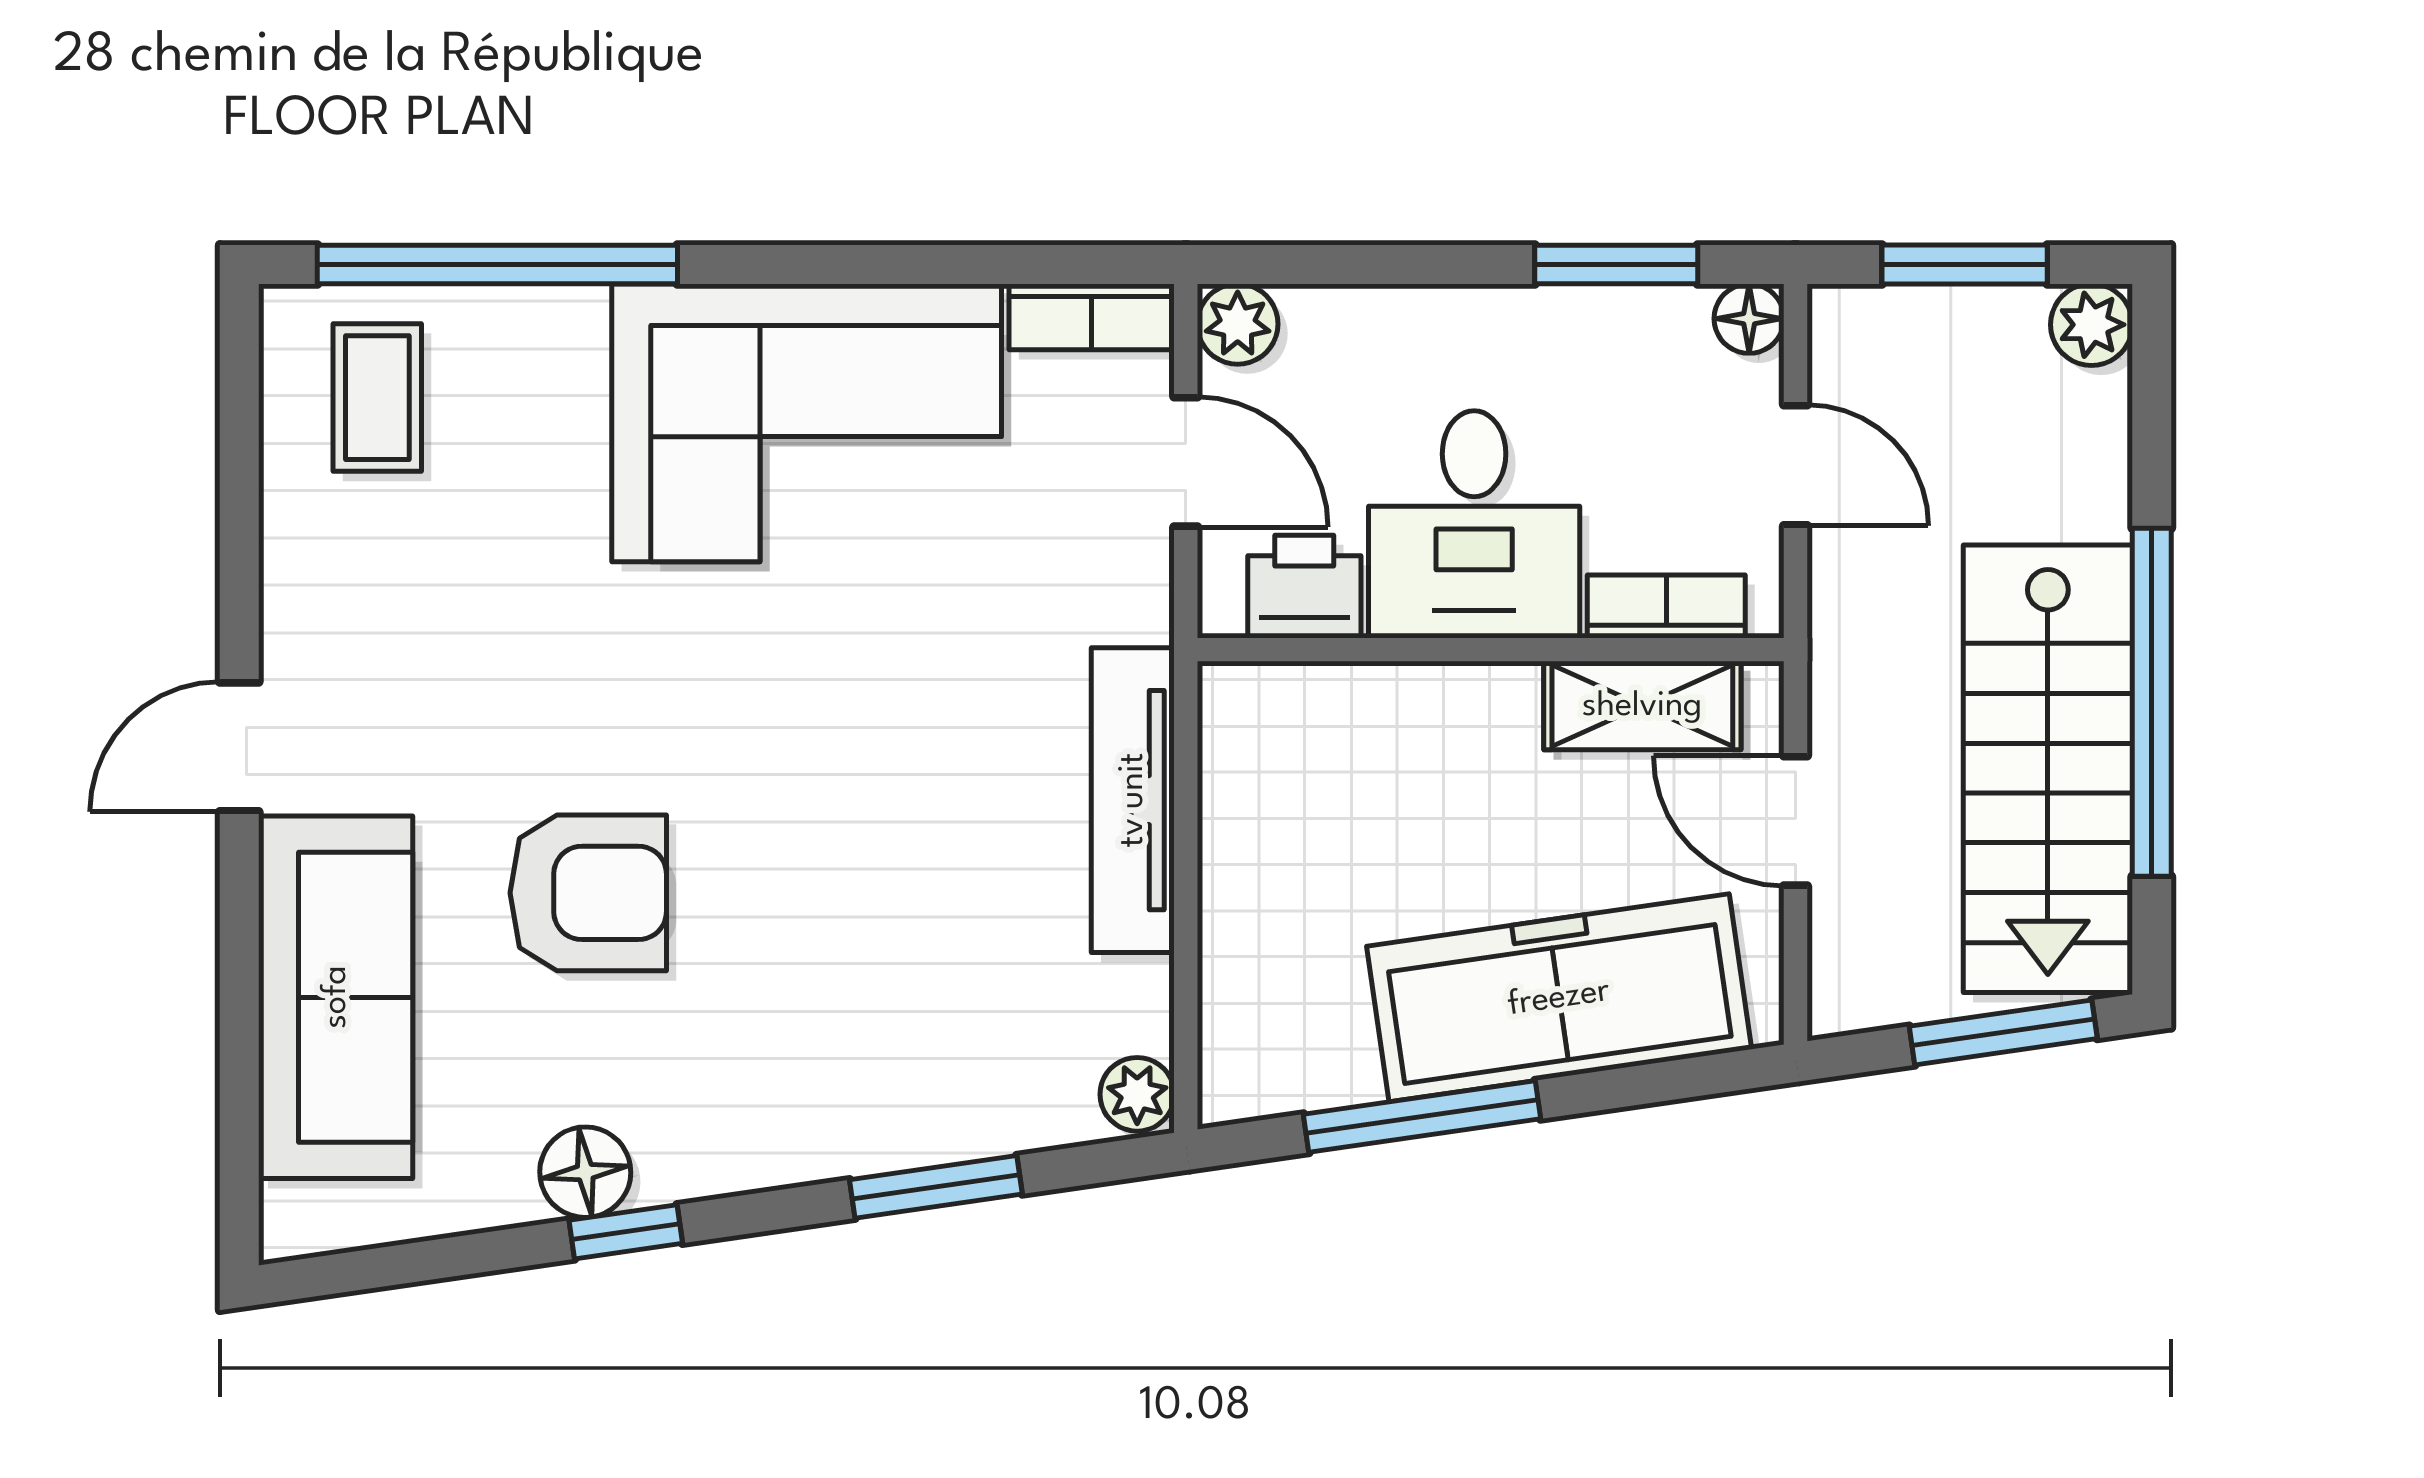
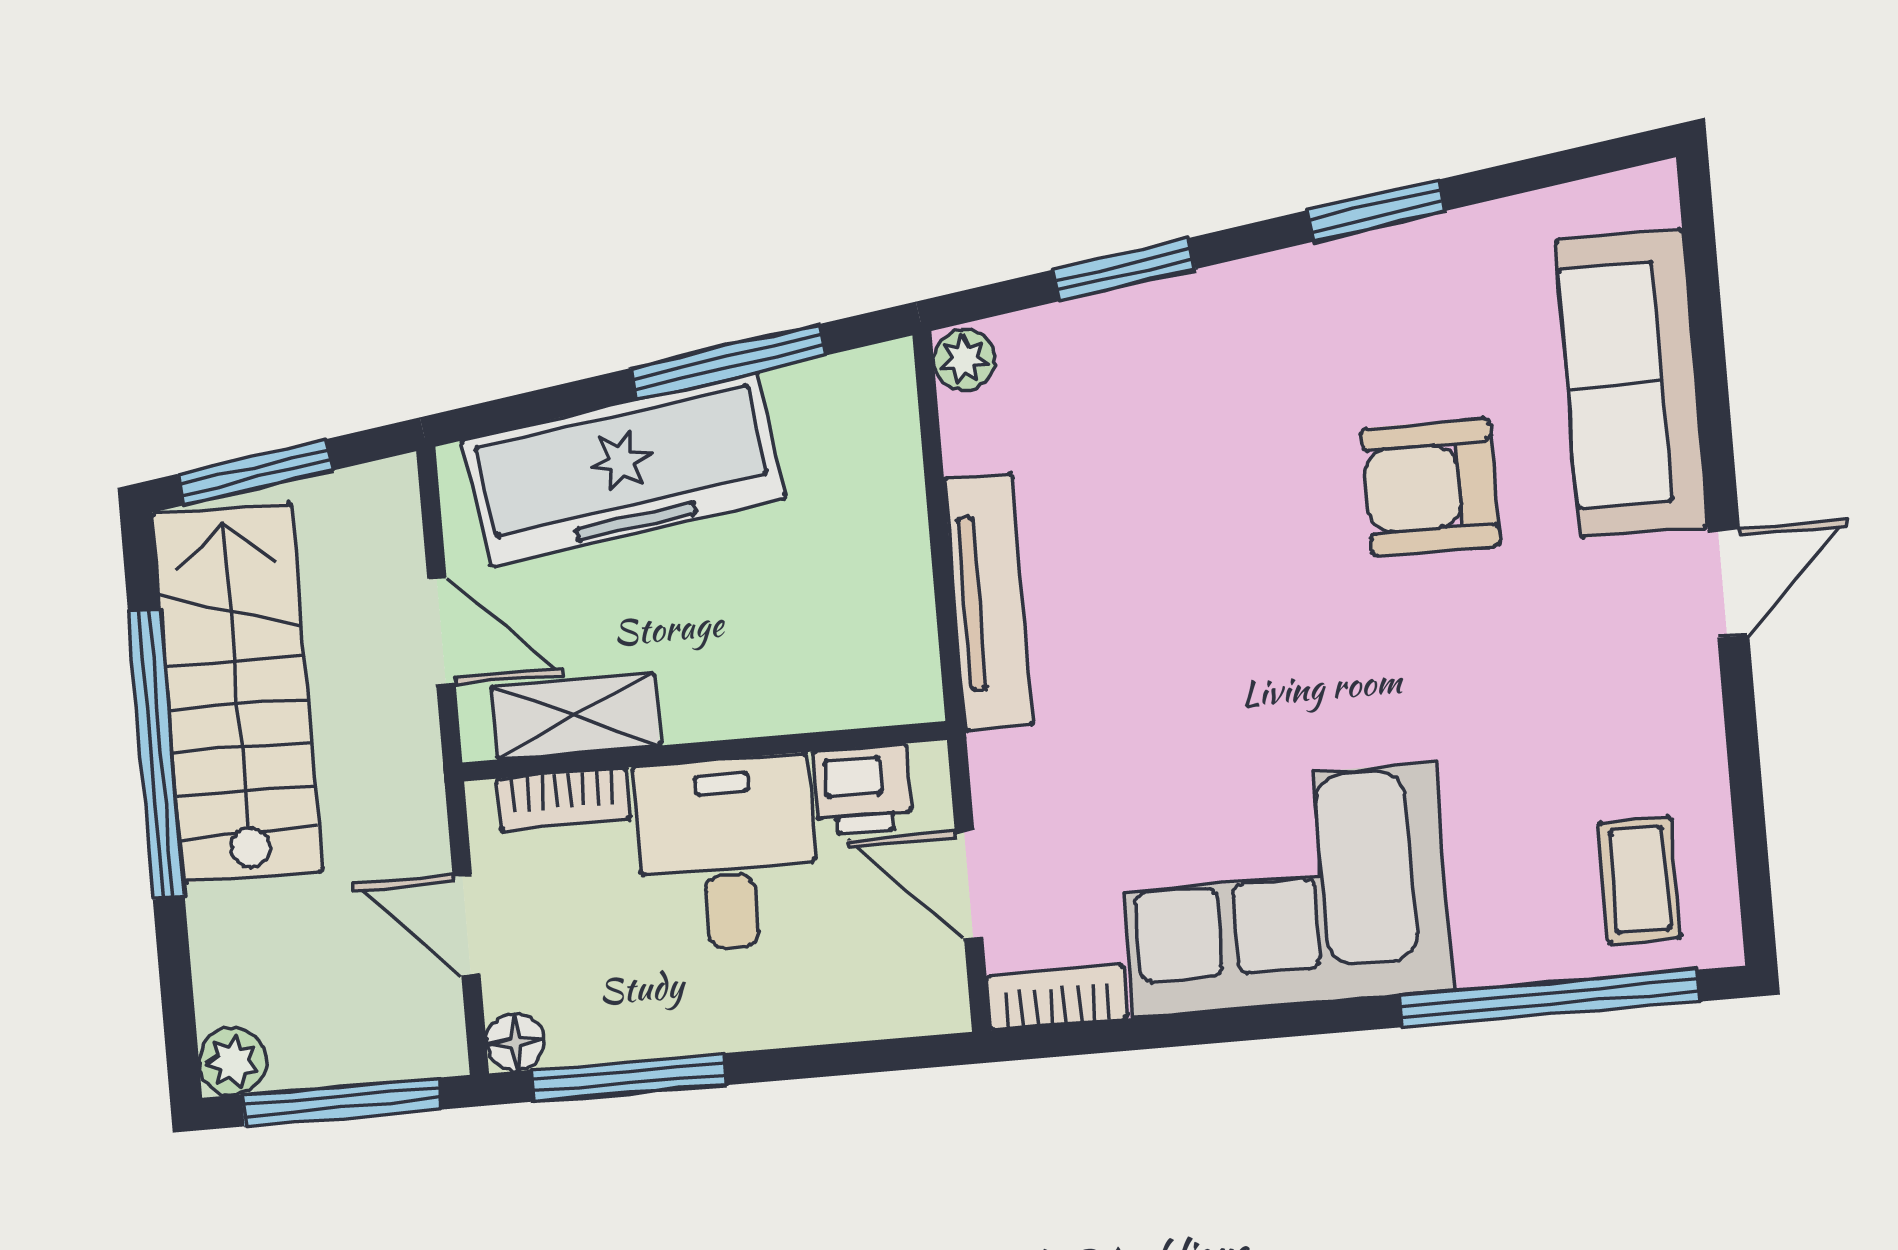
window: (1616, 264) -> (629, 1077), width x1.44
window: (1965, 264) -> (342, 1102), width x1.44
plant: (1238, 324) -> (936, 1002), removed
floor lamp: (585, 1172) -> (1414, 257), removed
window: (626, 1232) -> (1376, 211), width x1.50

